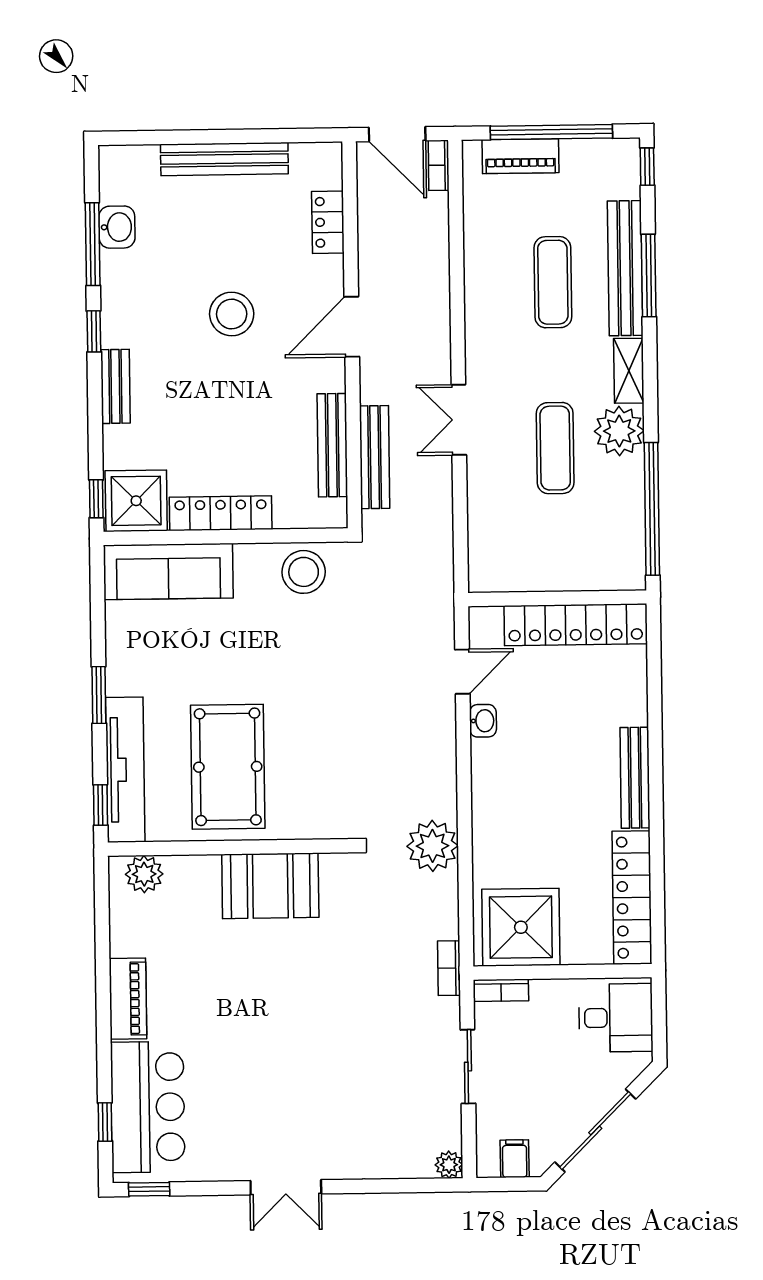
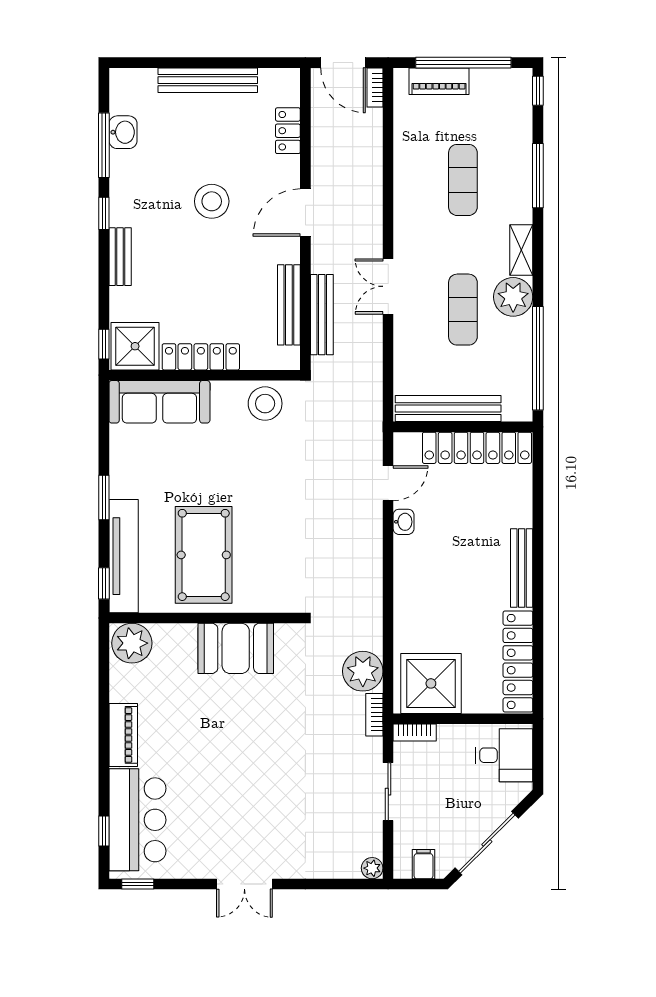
bench: (625, 268) -> (448, 409), moved, turned 90
plant: (433, 846) -> (363, 671), moved
plant: (144, 874) -> (132, 643), width x1.36, depth x1.36

